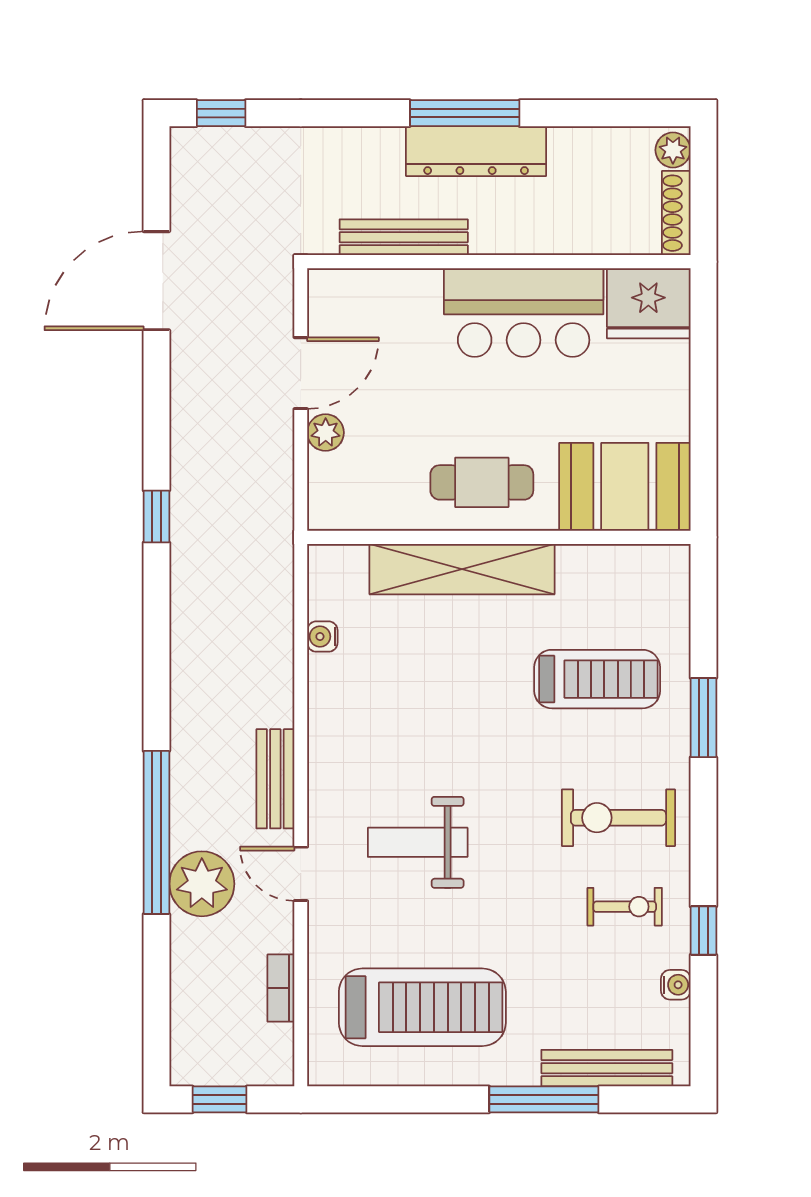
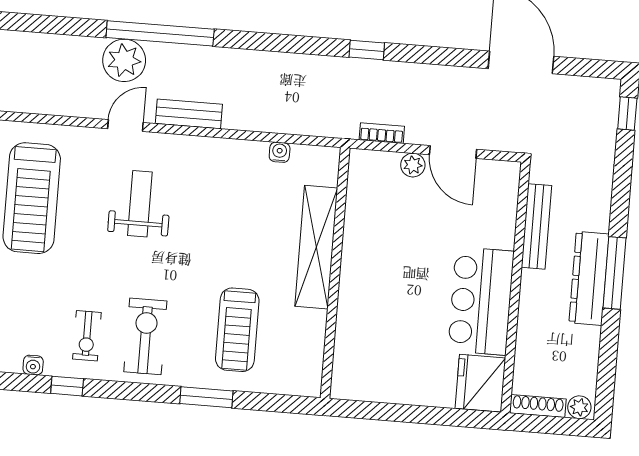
cafe table: (482, 482) -> (372, 265), removed
booth: (625, 487) -> (362, 358), removed
bookcase: (281, 988) -> (382, 133), moved

